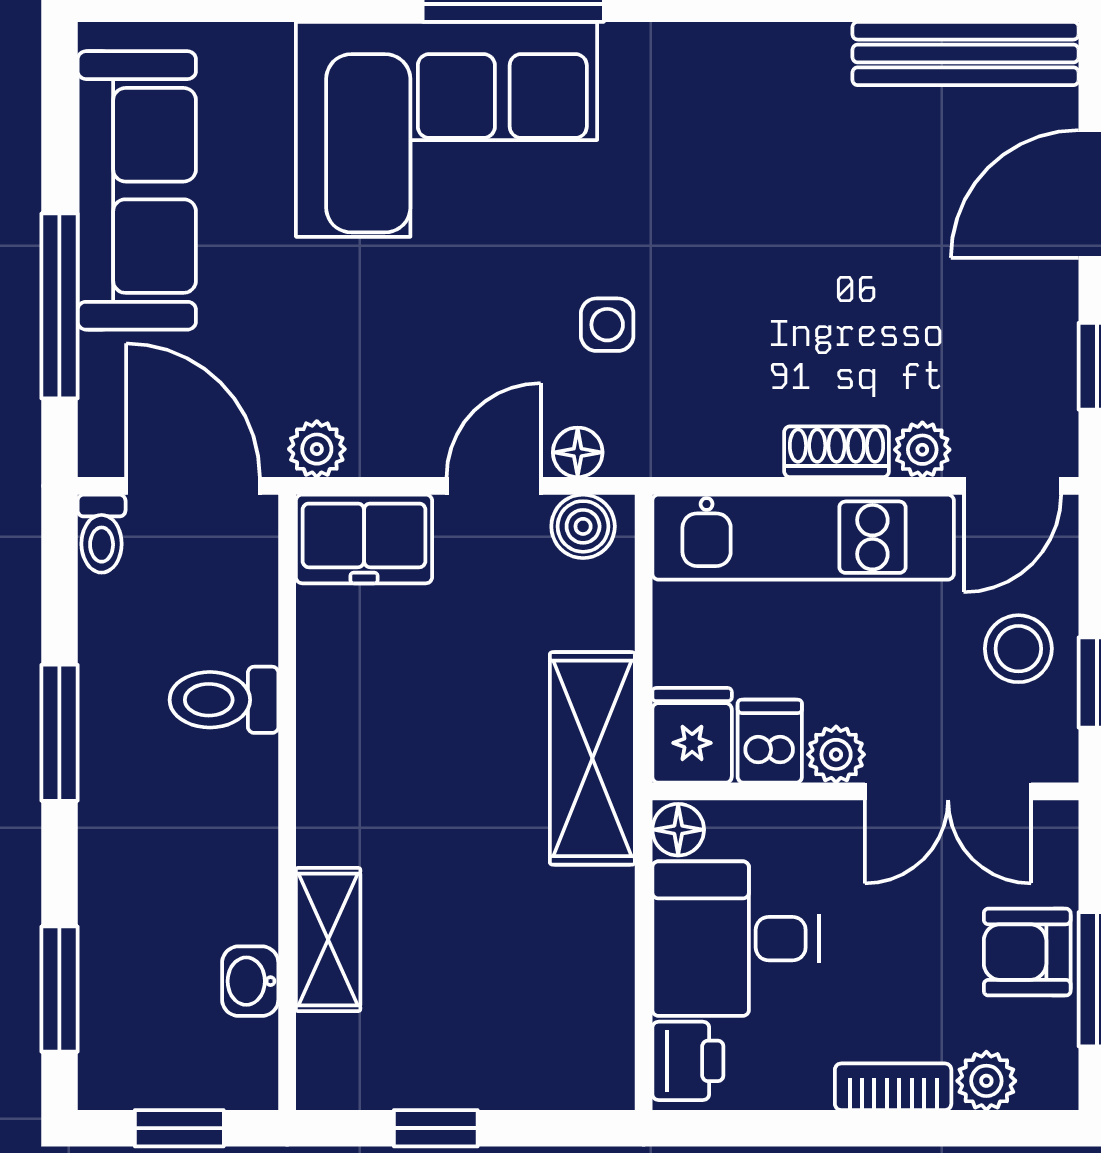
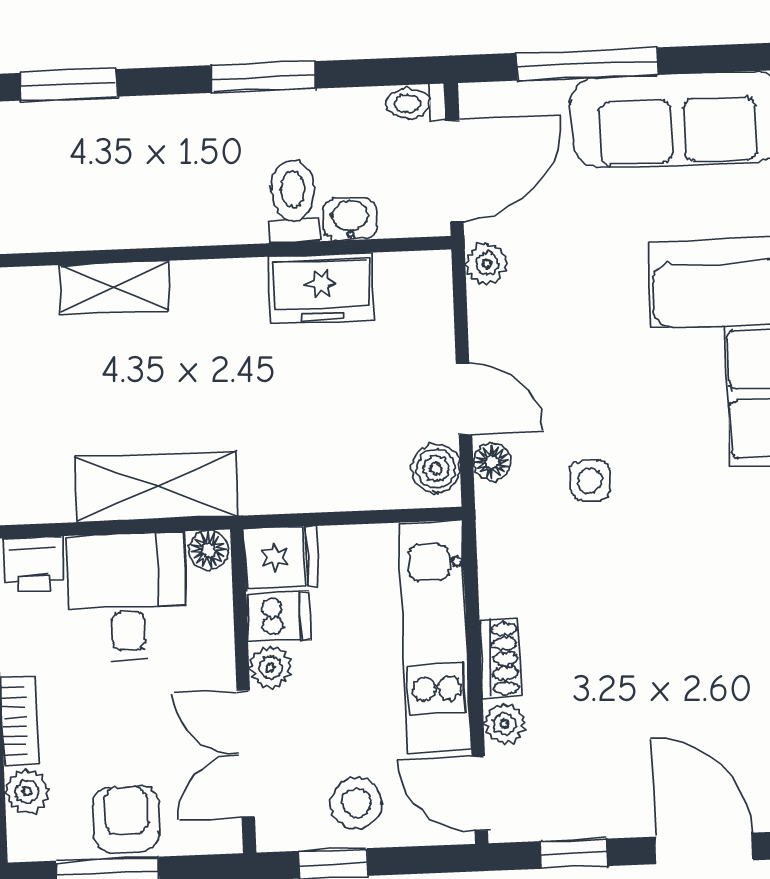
freezer: (364, 539) -> (322, 288), moved, turned -90
shelving: (592, 758) -> (157, 487), moved
washbasin: (250, 981) -> (350, 219), moved

